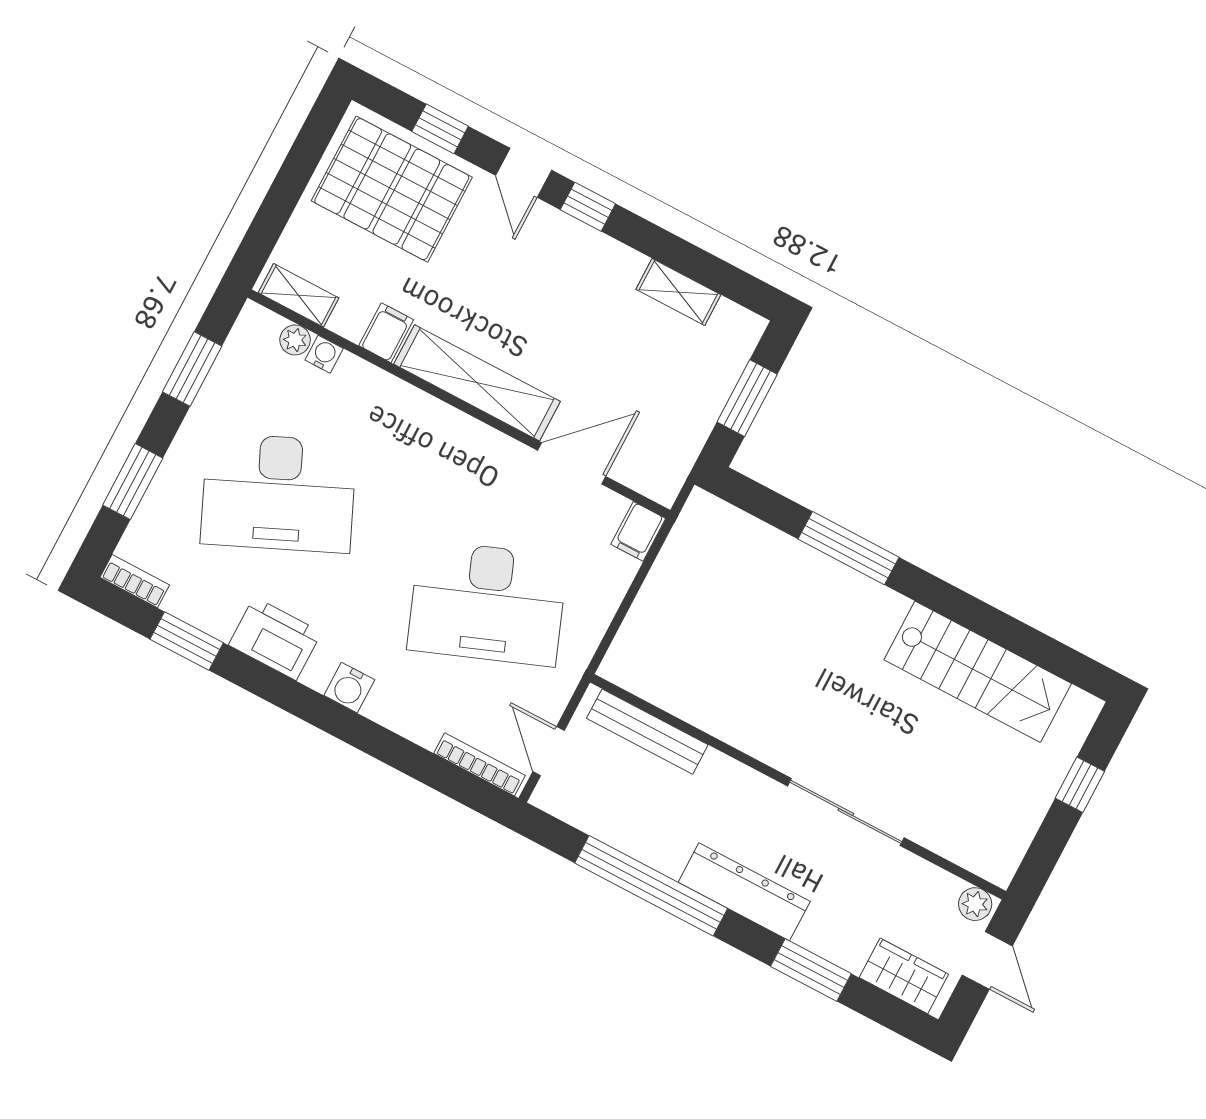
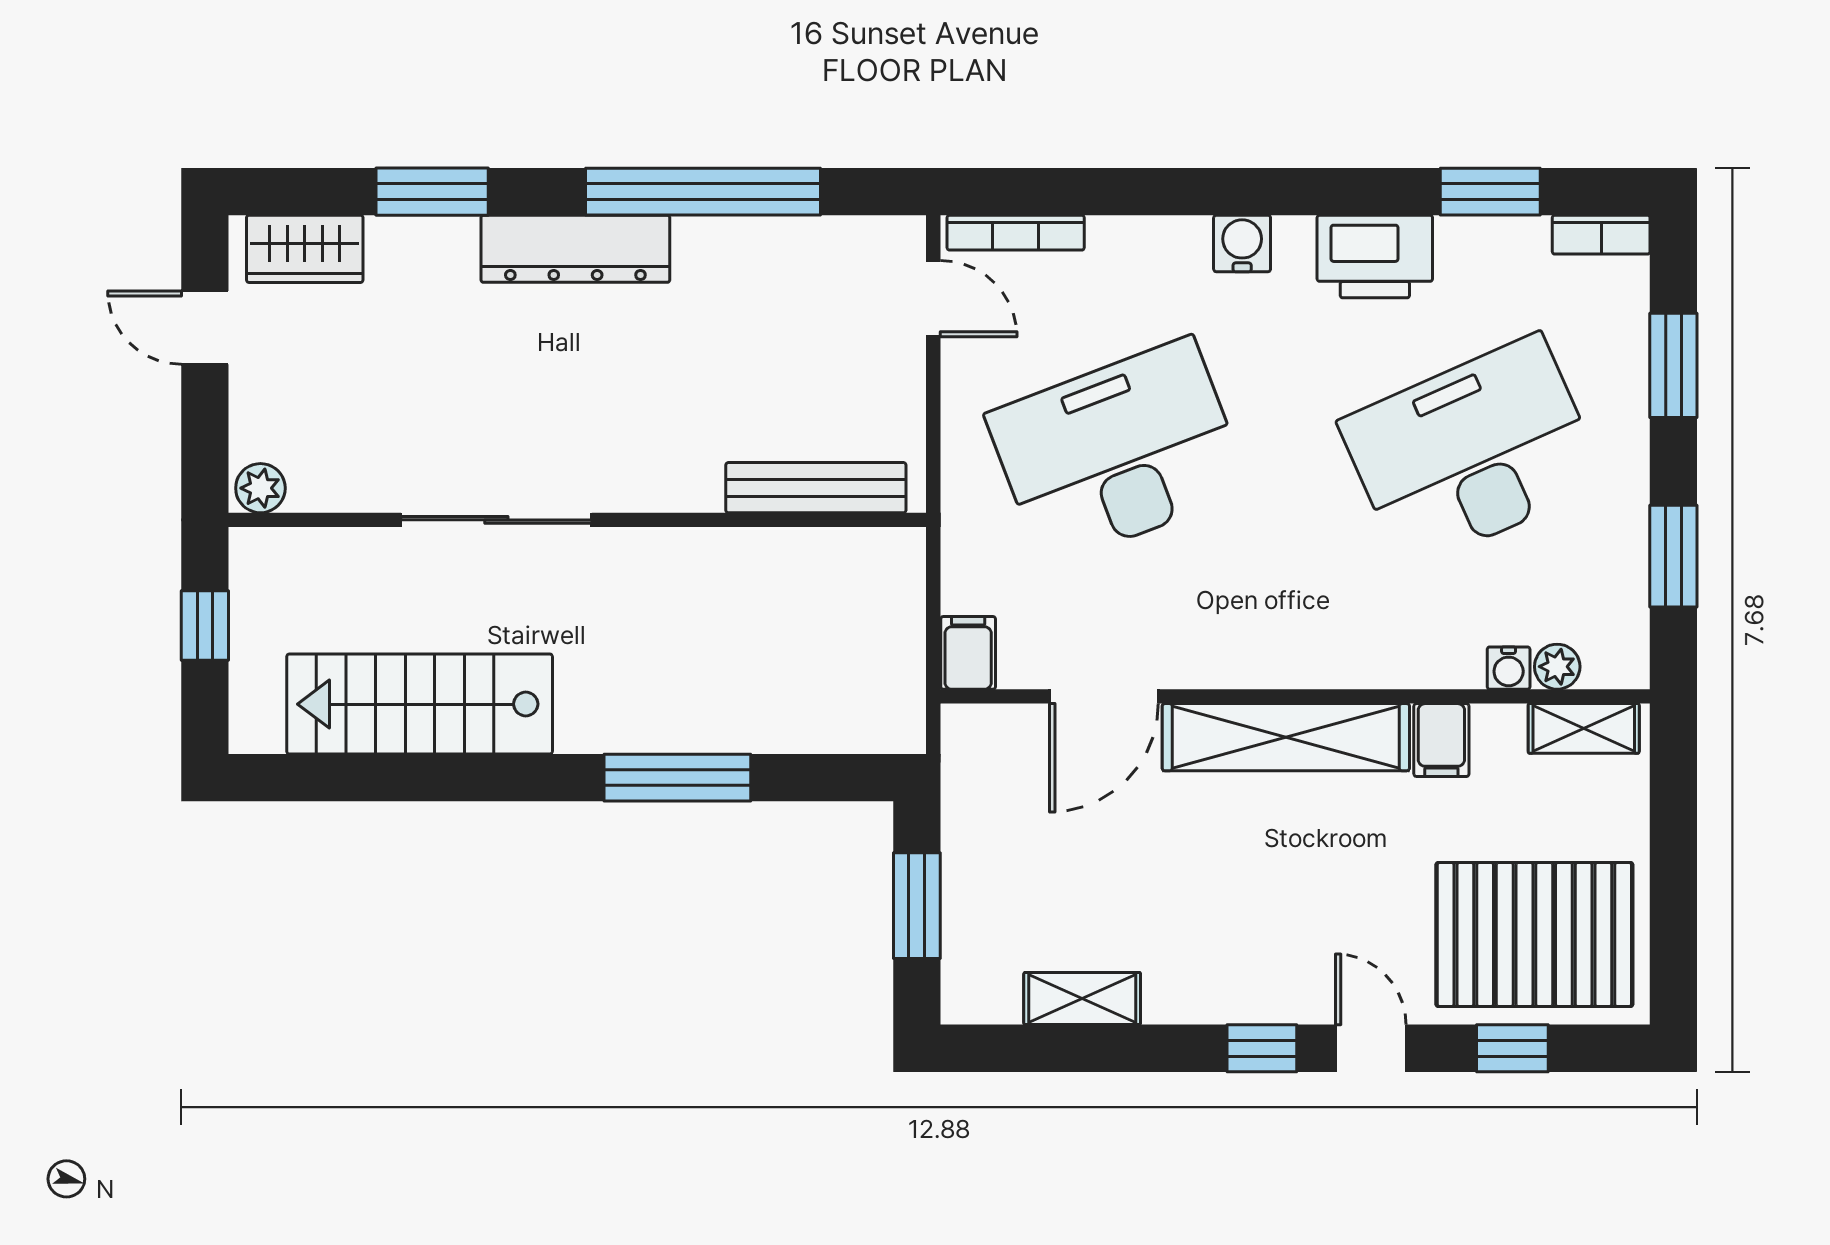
bench: (647, 732) -> (816, 488), moved
wall: (798, 787) -> (577, 520), moved
sliding door: (846, 812) -> (496, 520), moved
plant: (975, 904) -> (260, 488), moved

